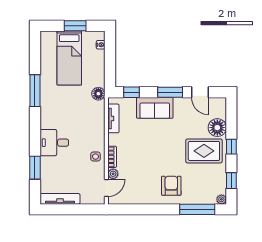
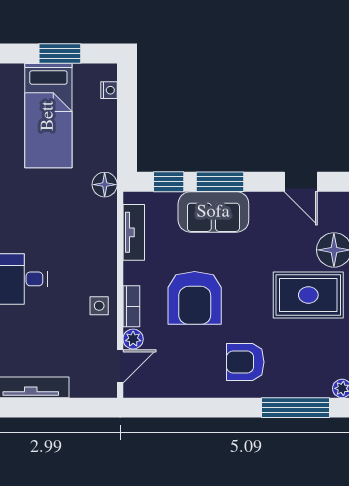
window: (170, 92) -> (220, 182), moved
armchair: (145, 152) -> (195, 298), added
armchair: (171, 186) -> (245, 362), turned -90

